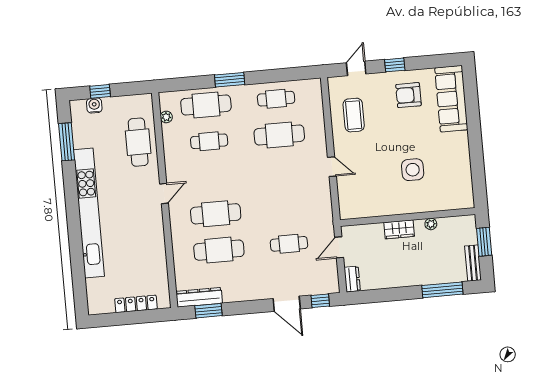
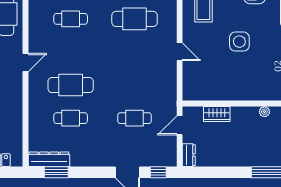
side table: (413, 170) -> (239, 42), moved
wardrobe: (399, 229) -> (217, 114), moved
cafe table: (219, 250) -> (71, 118), width x0.73, depth x0.74

